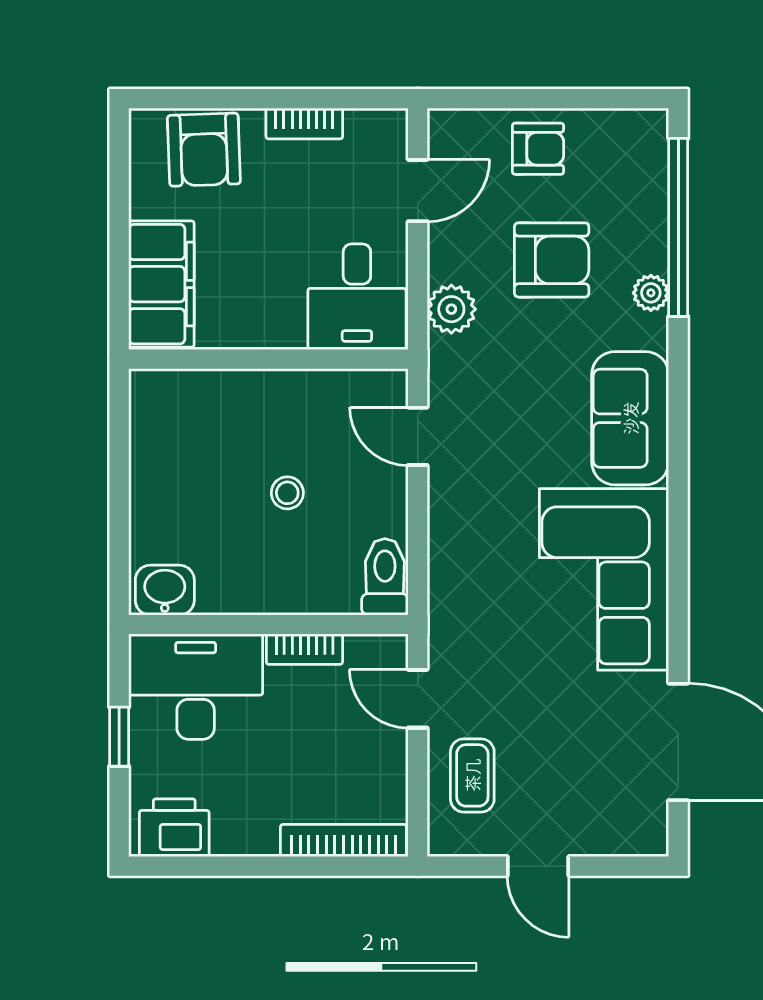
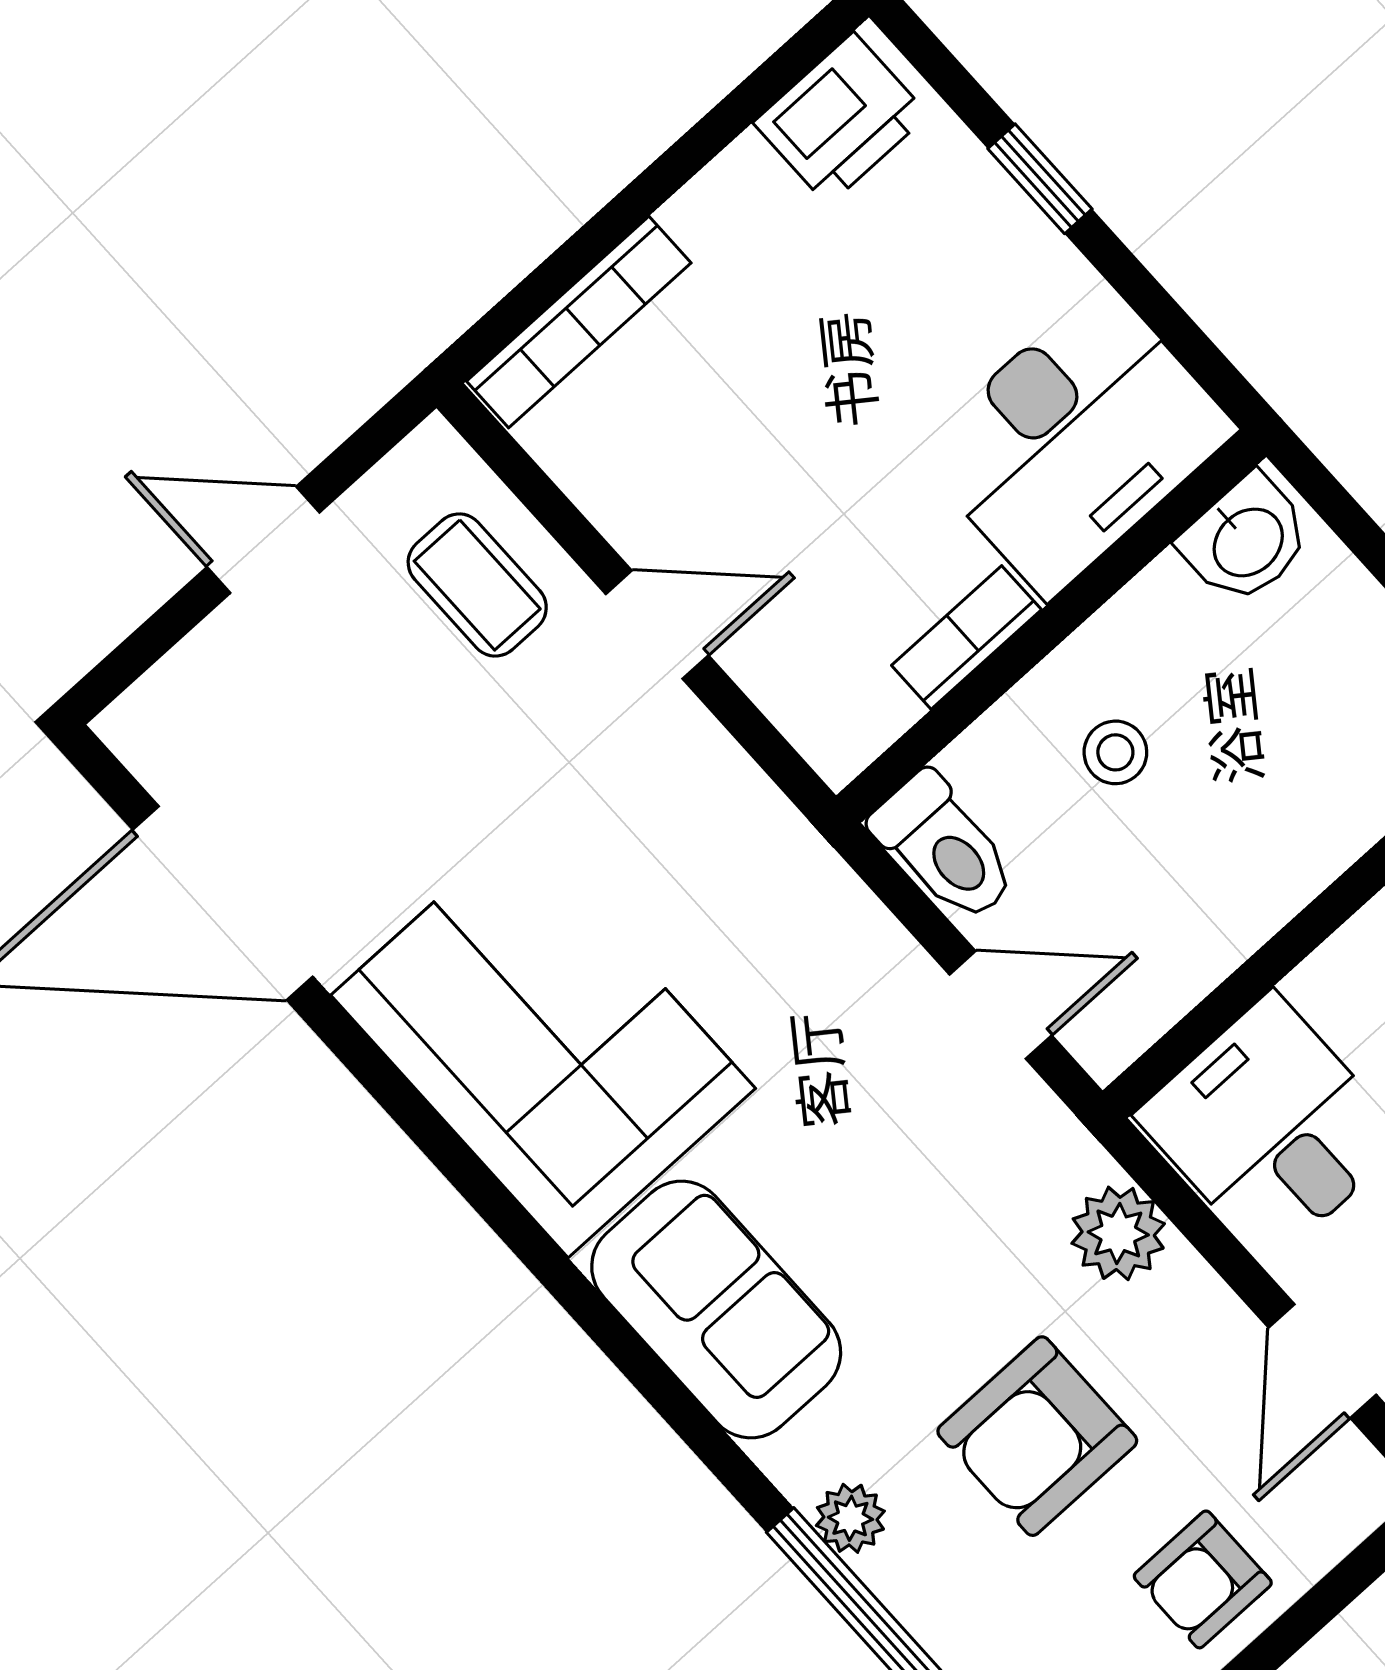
toilet: (385, 577) -> (945, 848), moved
washbasin: (165, 590) -> (1246, 540), moved
wall: (268, 624) -> (1051, 626), moved
bookcase: (304, 649) -> (966, 637), moved
desk: (196, 687) -> (1075, 441), moved

